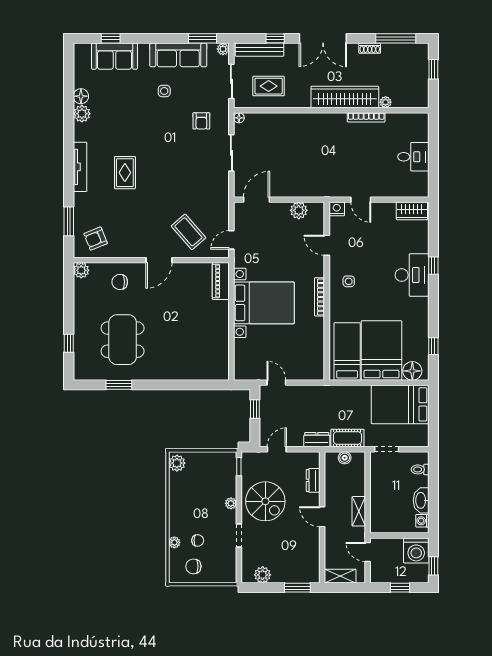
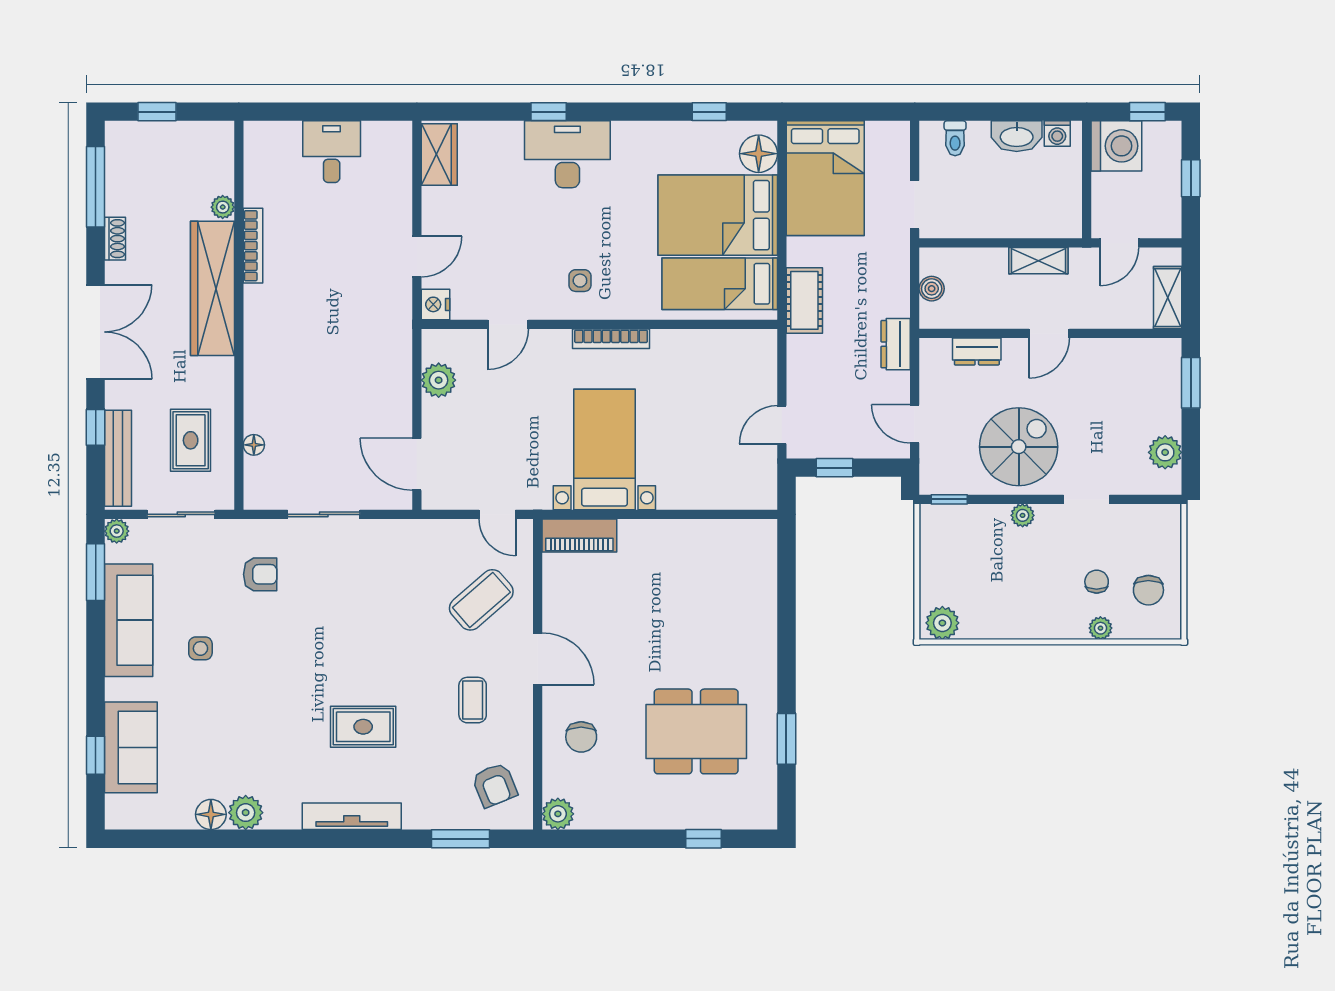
floor lamp: (239, 118) -> (254, 445), moved
coffee table: (138, 227) -> (473, 700), added
bed with nightstands: (264, 303) -> (604, 449), width x0.73
cot: (347, 438) -> (804, 300), moved

